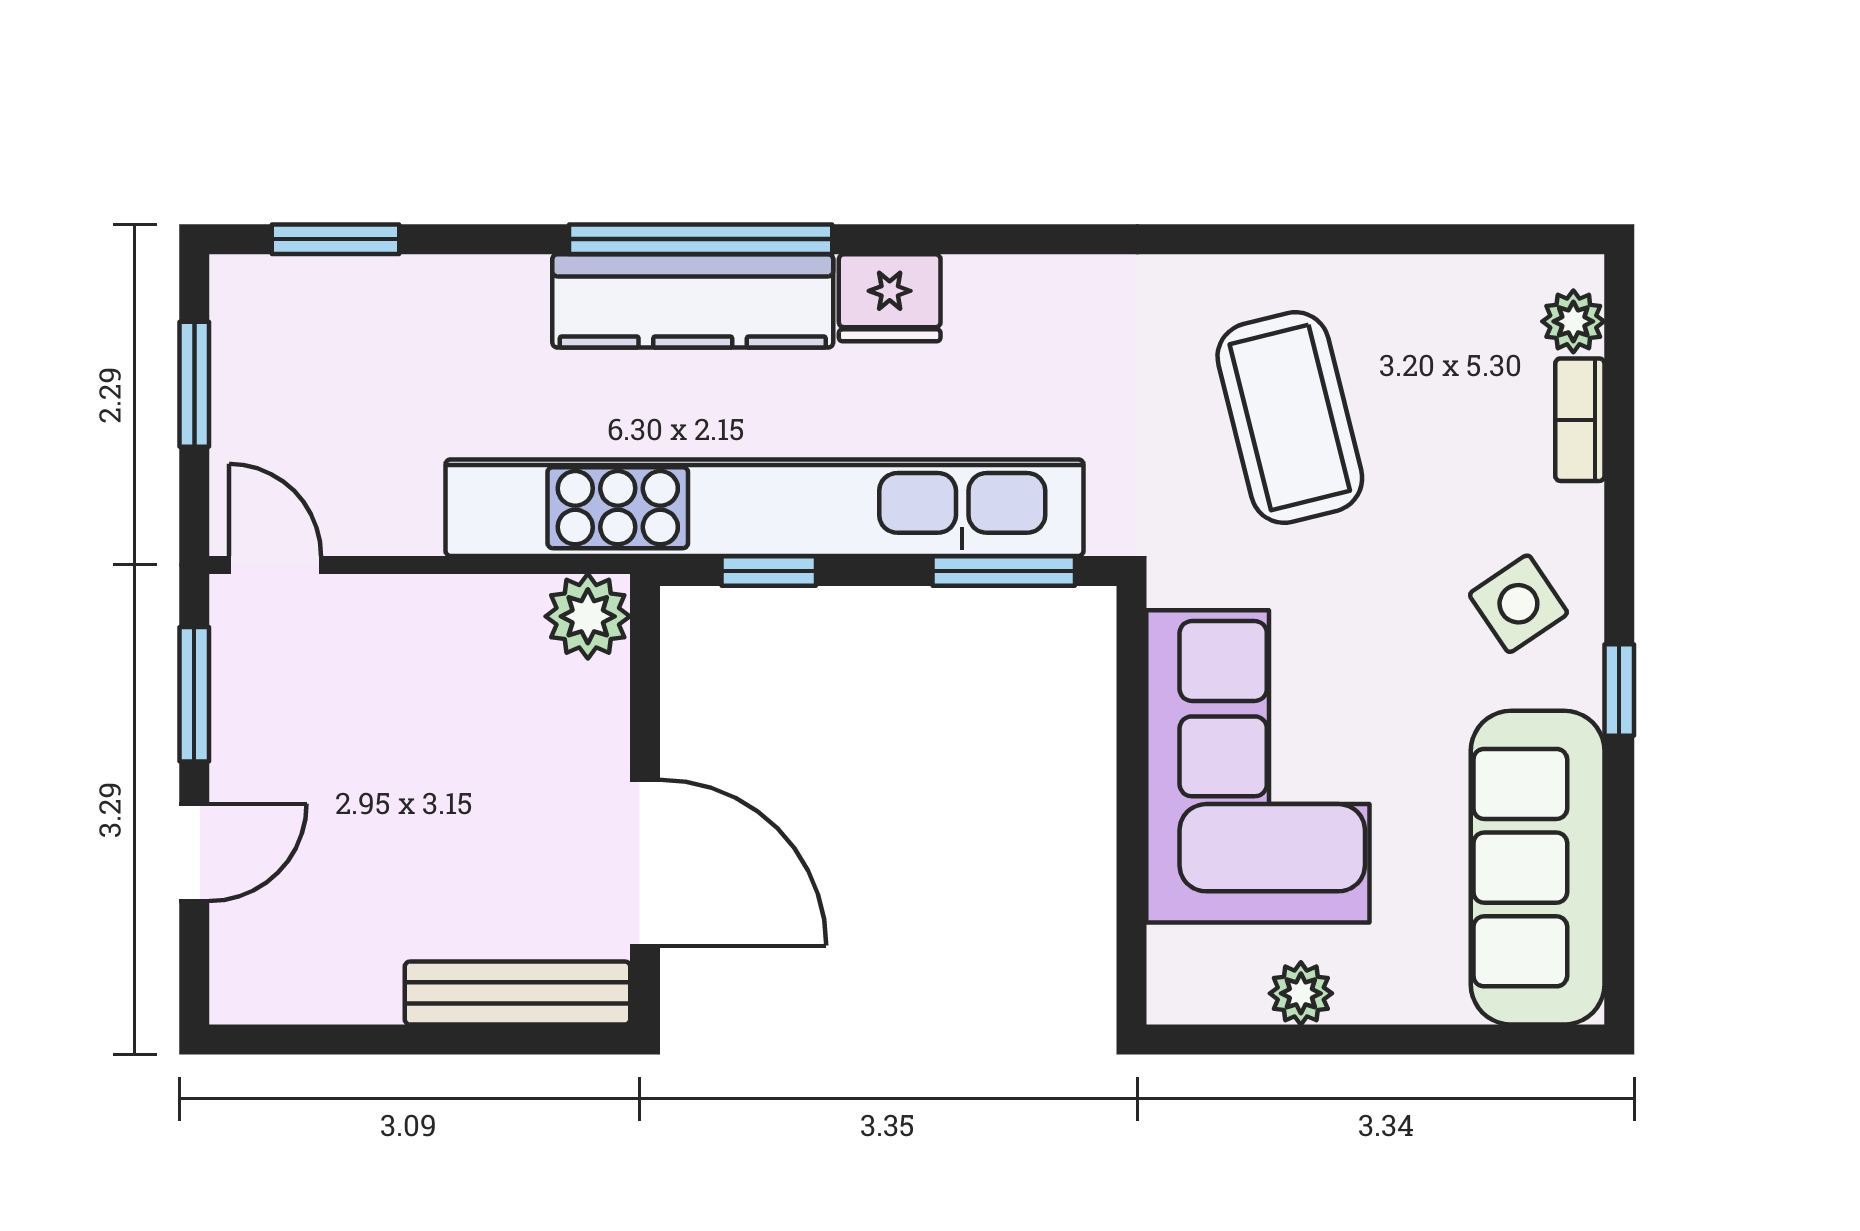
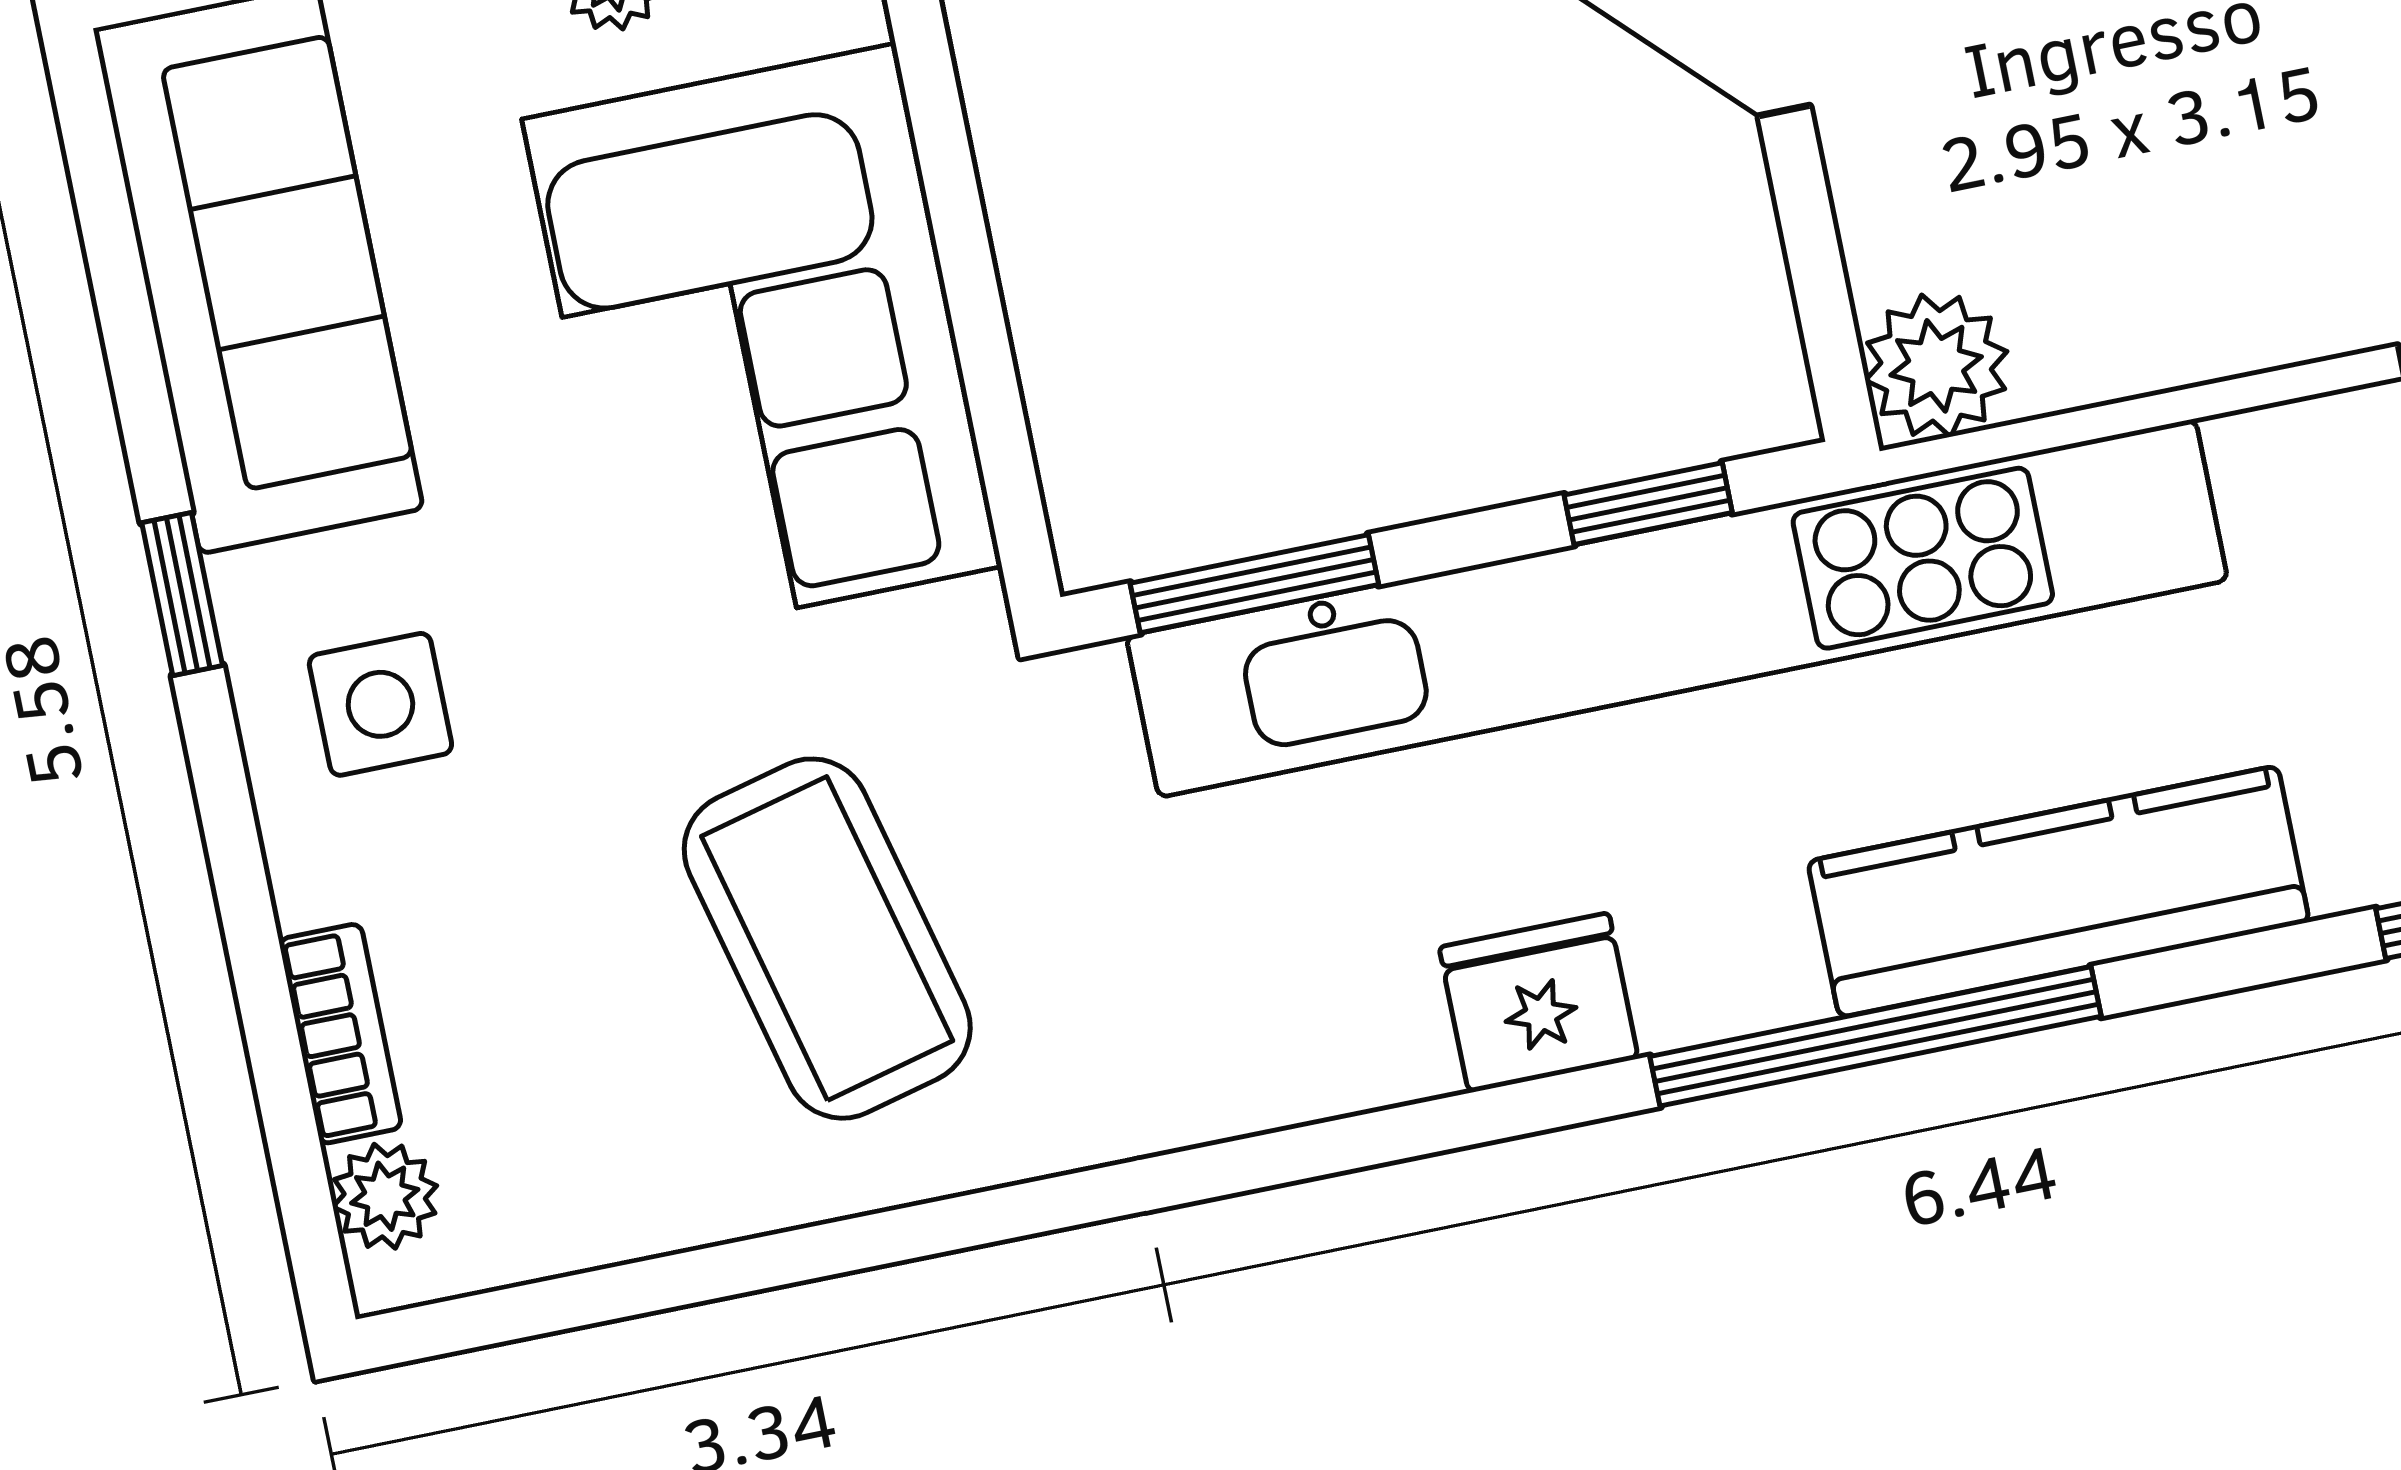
kitchen counter: (693, 301) -> (2058, 892), moved
side table: (1518, 604) -> (380, 704), turned 34

